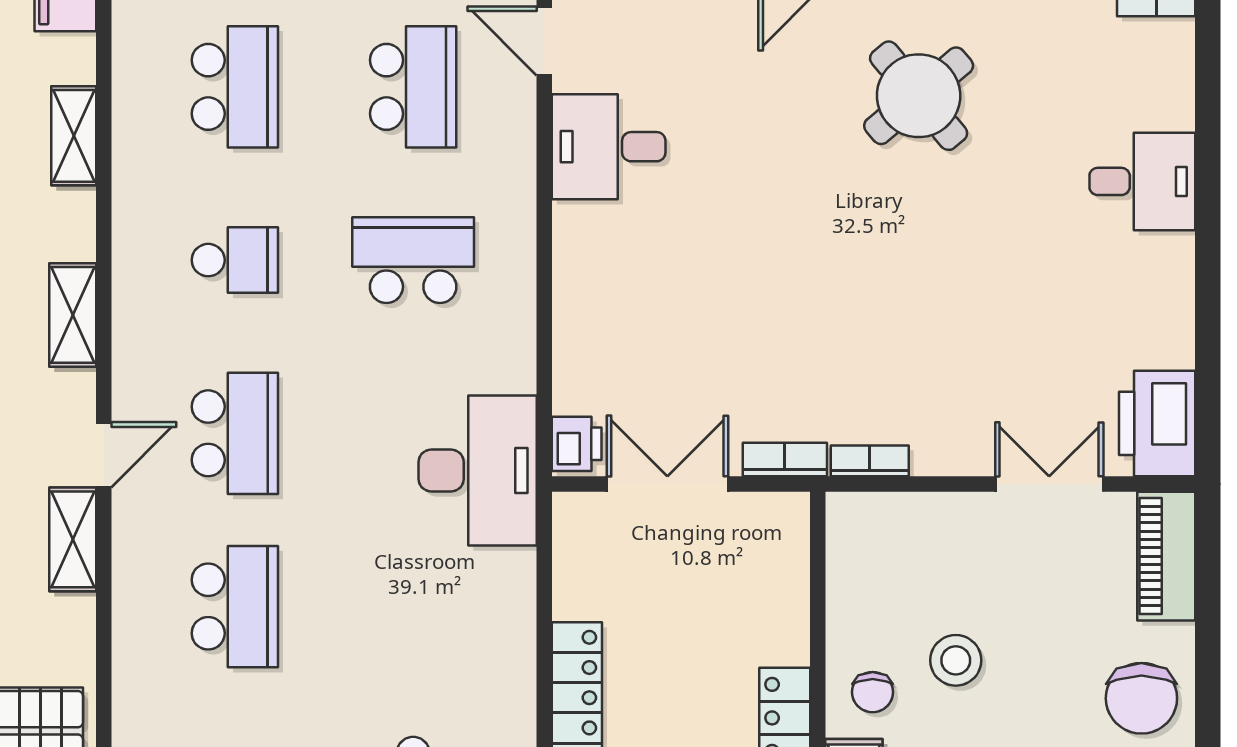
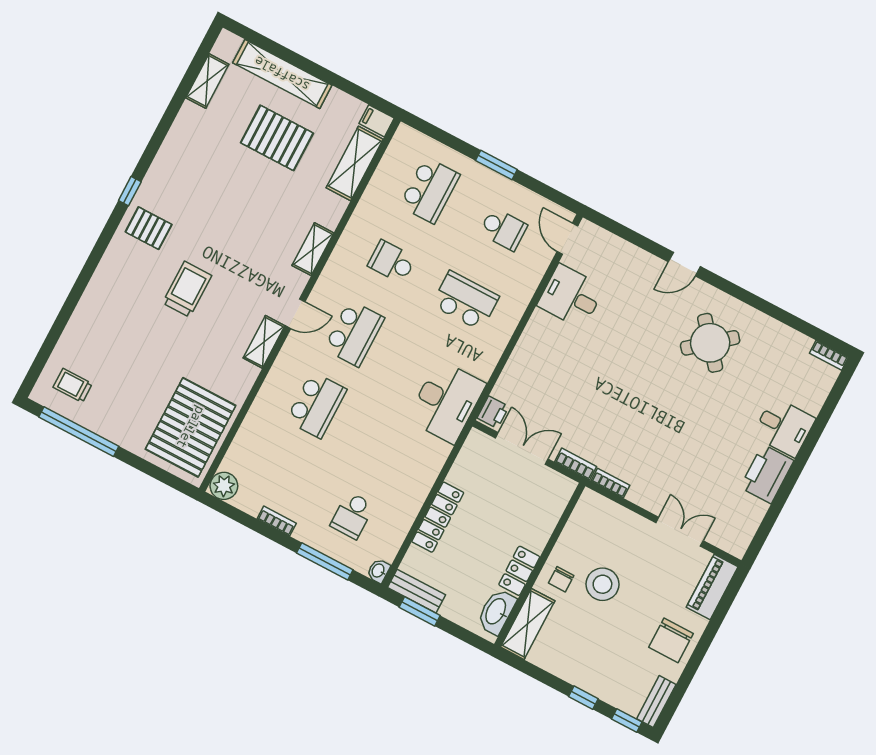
school desk: (413, 87) -> (503, 229), width x0.54
shelving: (74, 136) -> (355, 163), width x1.50, depth x1.33
school desk: (235, 260) -> (392, 262), turned 180
printer: (1157, 423) -> (767, 474), moved
stool: (956, 660) -> (602, 584), width x1.38, depth x1.38

